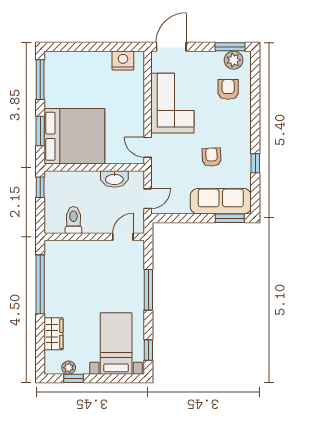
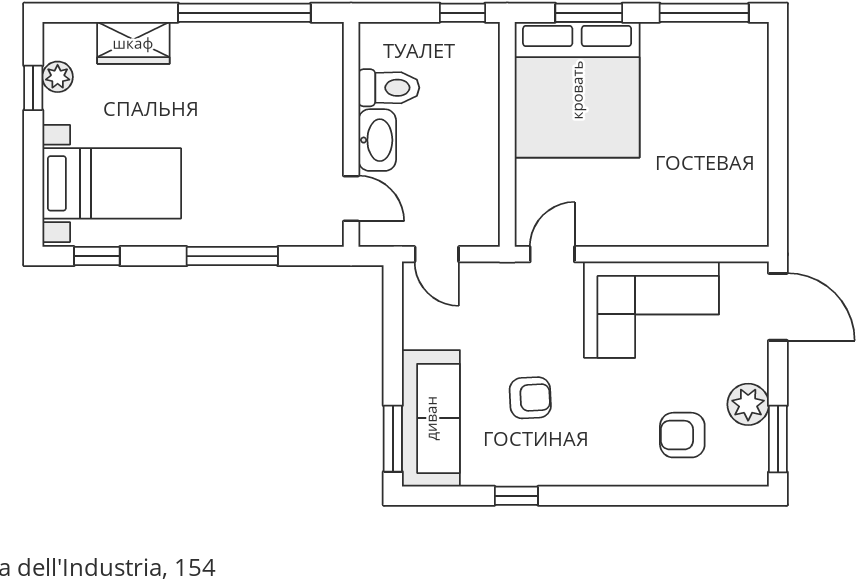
nightstand: (123, 60) -> (747, 199), removed
plant: (234, 60) -> (748, 404), moved
armchair: (228, 89) -> (682, 435), turned 180
washbasin: (114, 179) -> (377, 140), moved, turned 180

